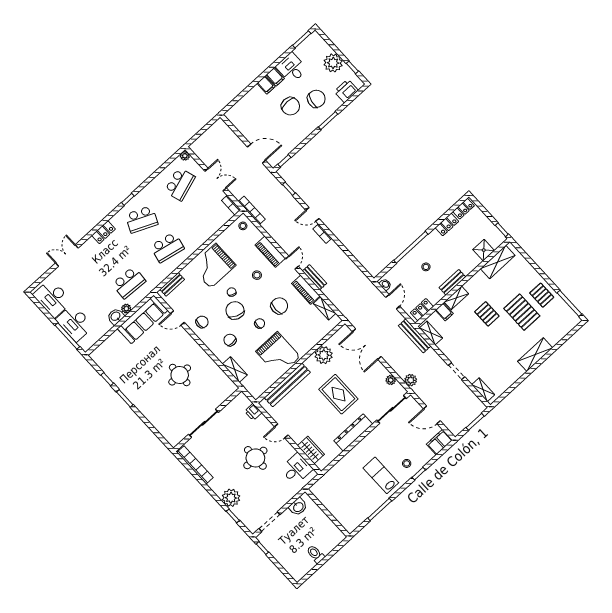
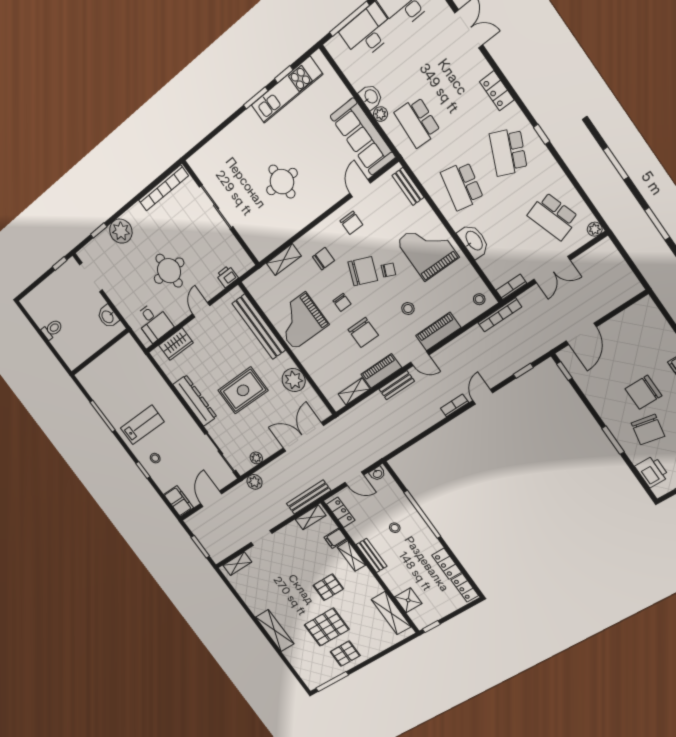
washbasin: (203, 235) -> (474, 241), added
kitchen unit: (117, 376) -> (287, 90), added

